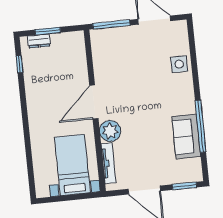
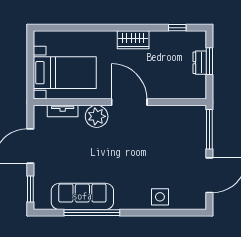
dresser: (39, 41) -> (200, 63), moved
wardrobe: (35, 104) -> (133, 40), added
sofa: (186, 137) -> (82, 196), width x1.36
tv unit: (108, 163) -> (63, 111), width x0.71

